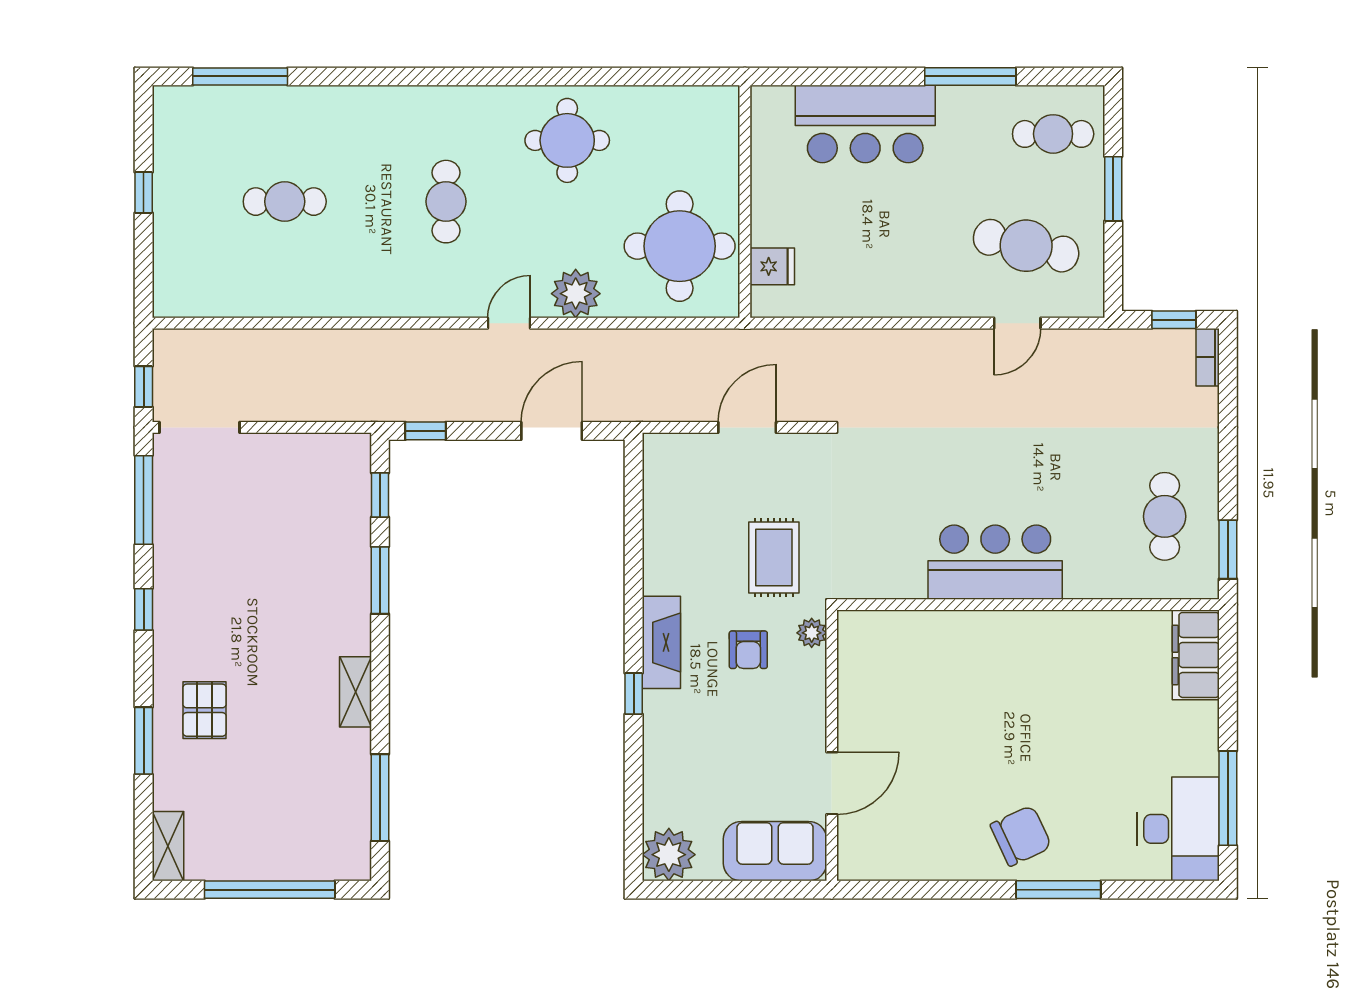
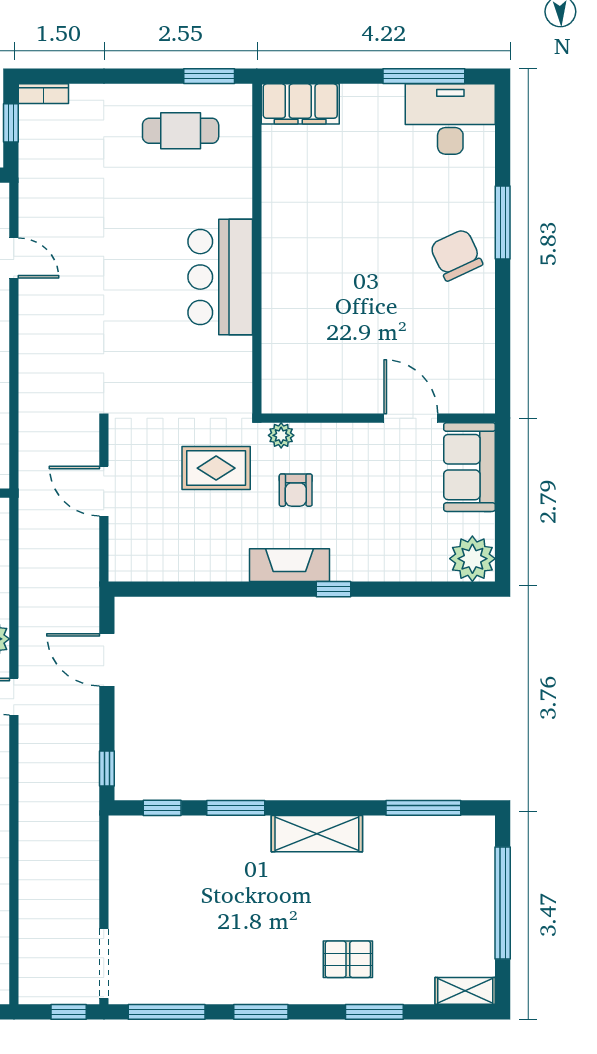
window: (144, 609) -> (261, 1012), width x1.50
armchair: (748, 650) -> (296, 490), turned 90
shelving: (355, 692) -> (317, 834), width x1.50, depth x1.33

